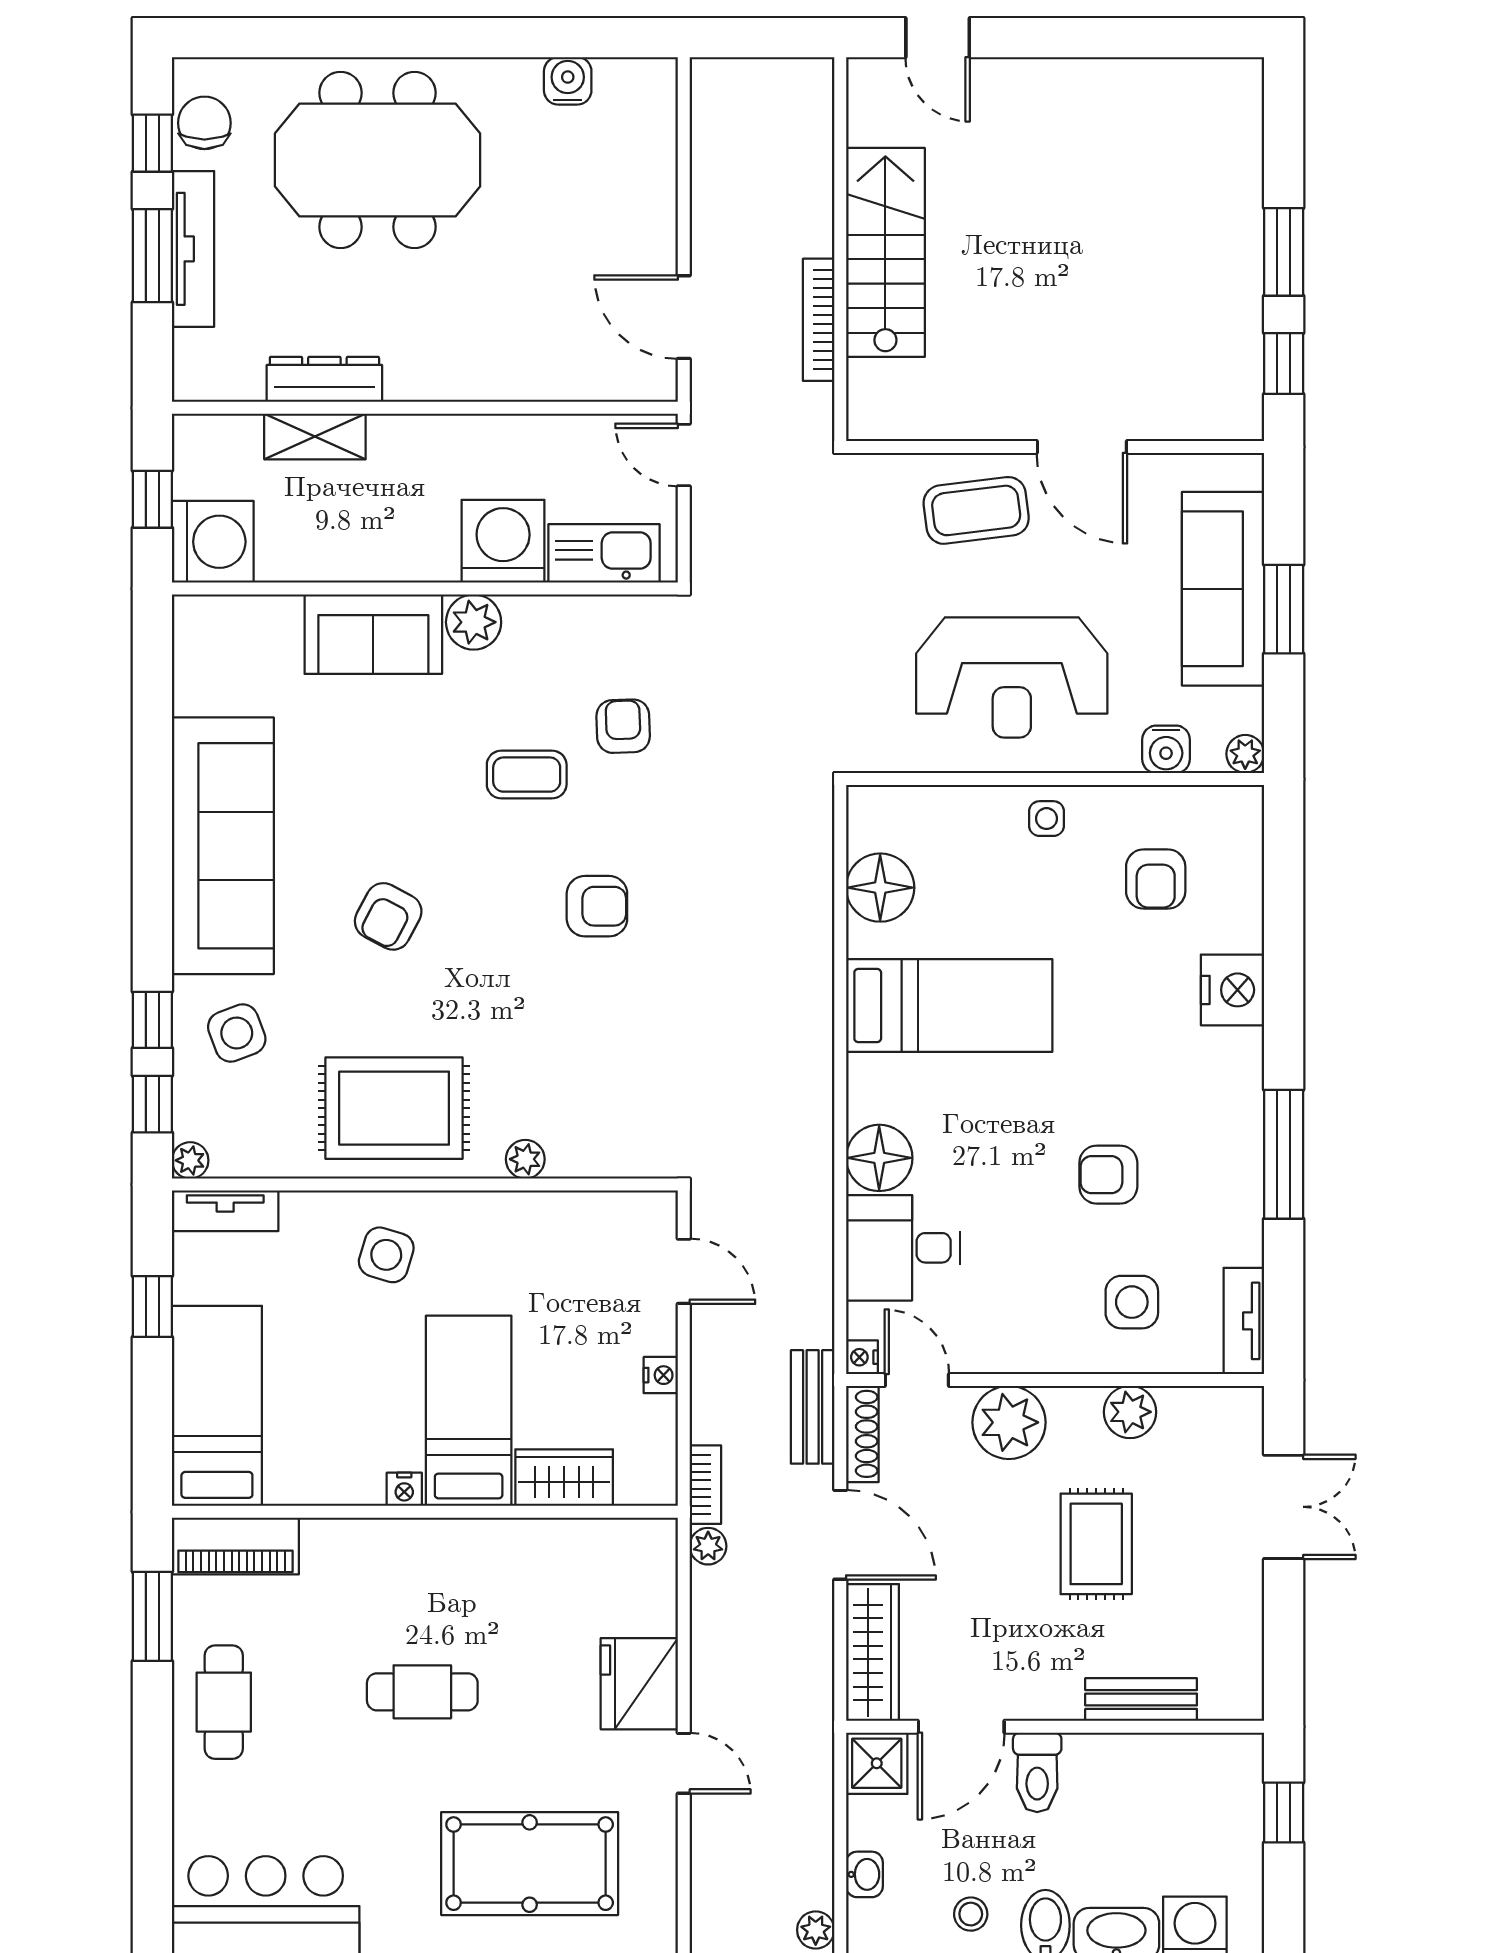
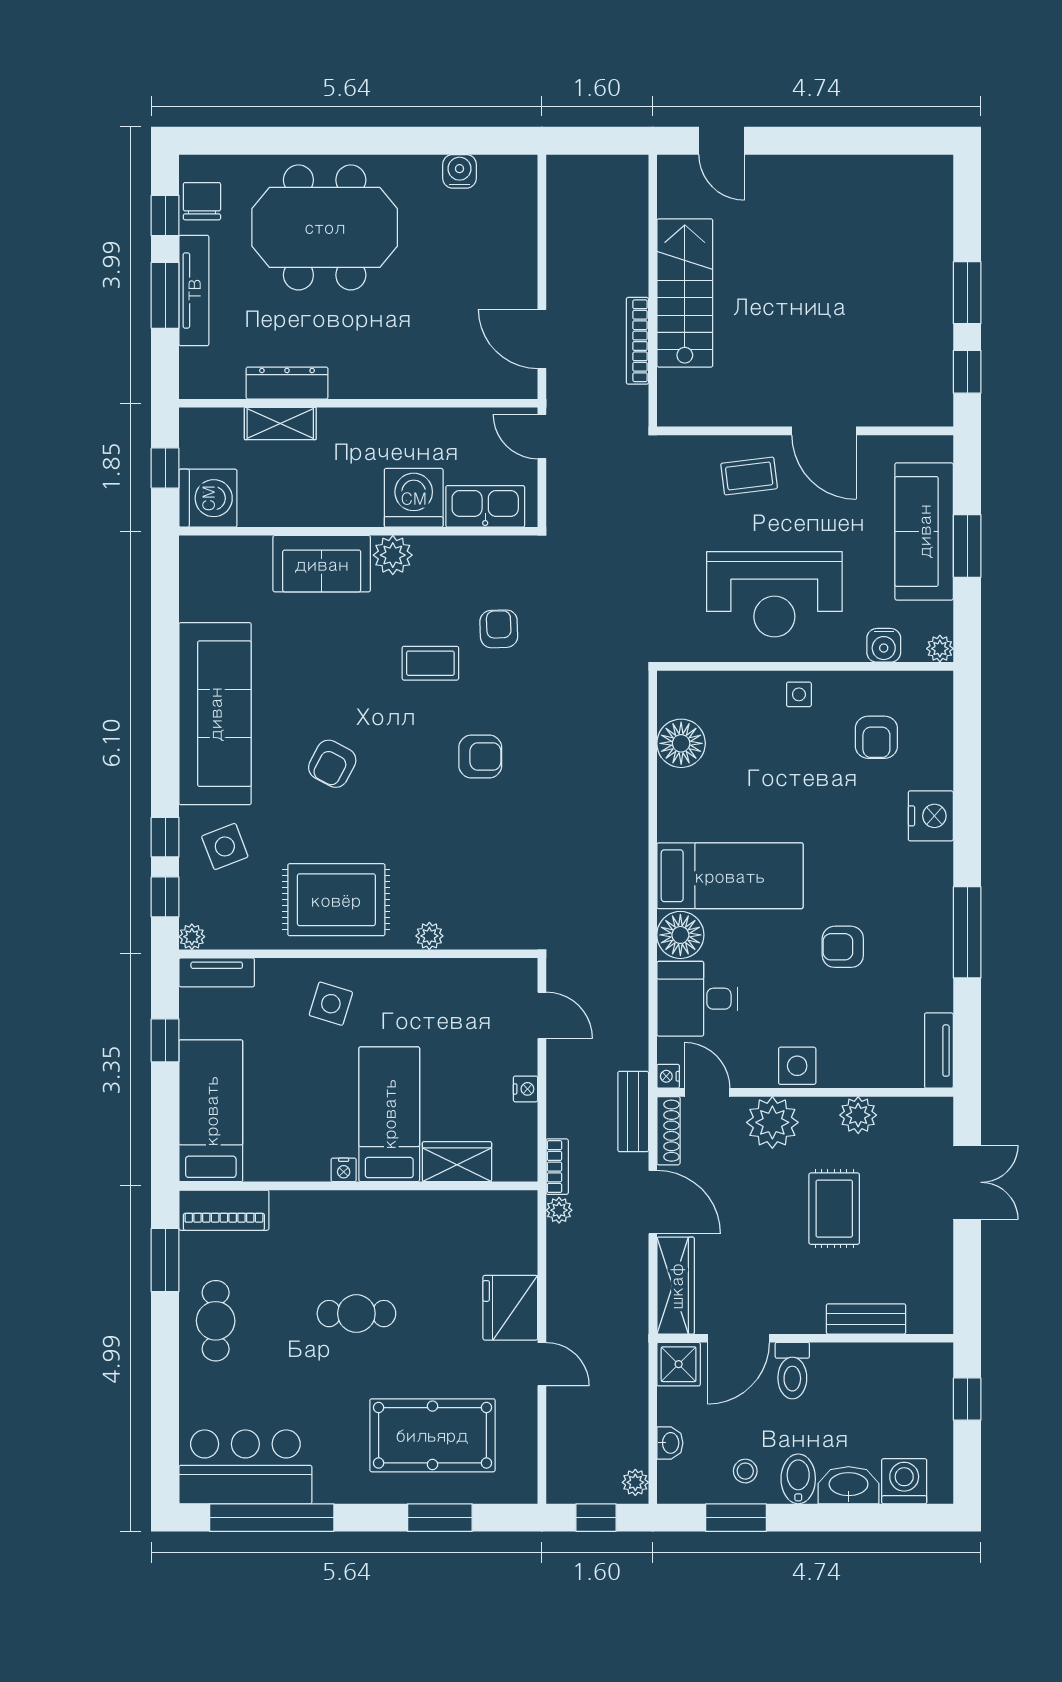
coffee table: (976, 510) -> (749, 476), width x0.73, depth x0.77
bed: (949, 1006) -> (730, 876), moved
side table: (1132, 1302) -> (797, 1066), moved

